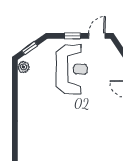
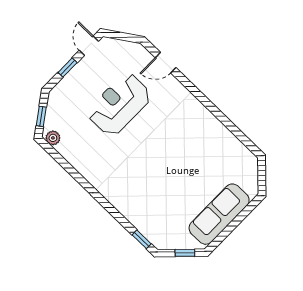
reception desk: (71, 69) -> (119, 104), moved, turned -90

